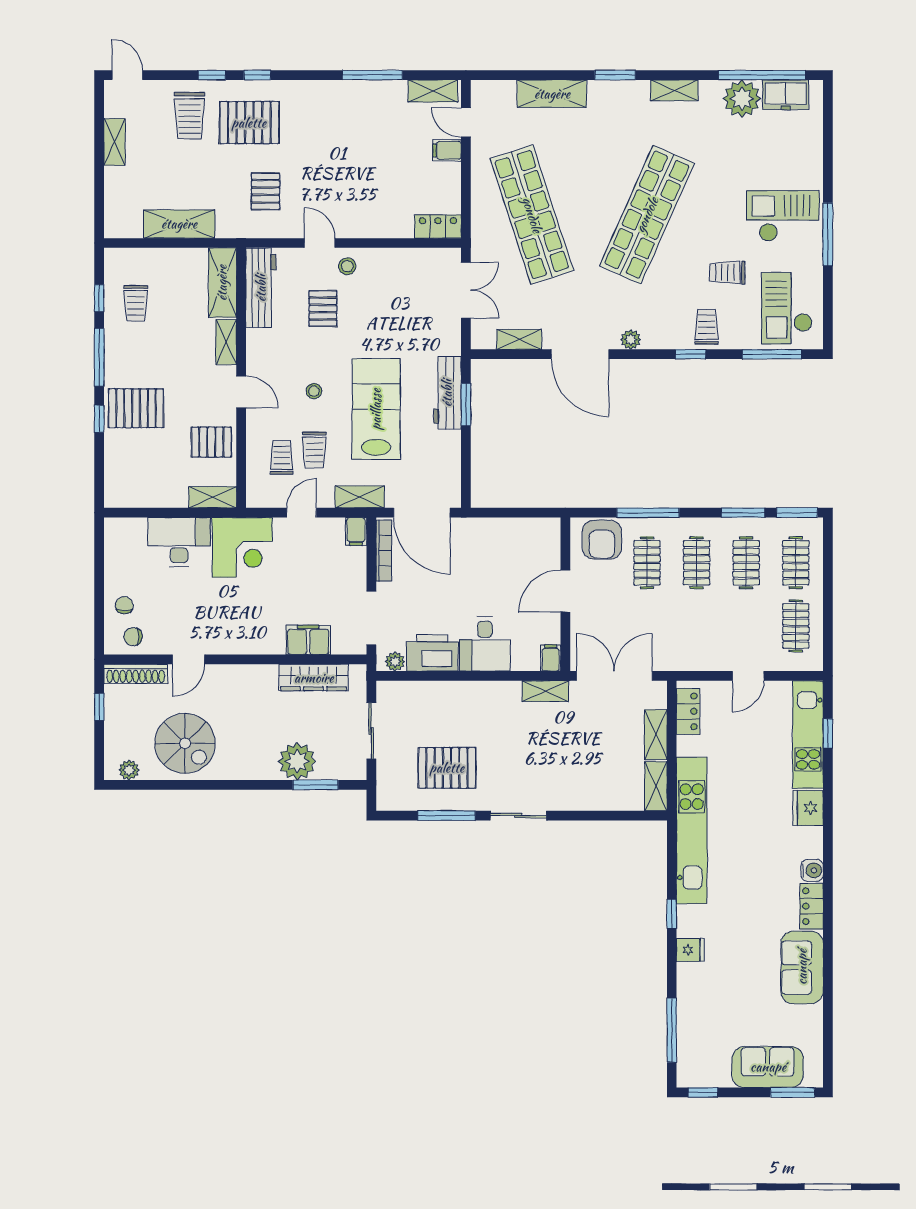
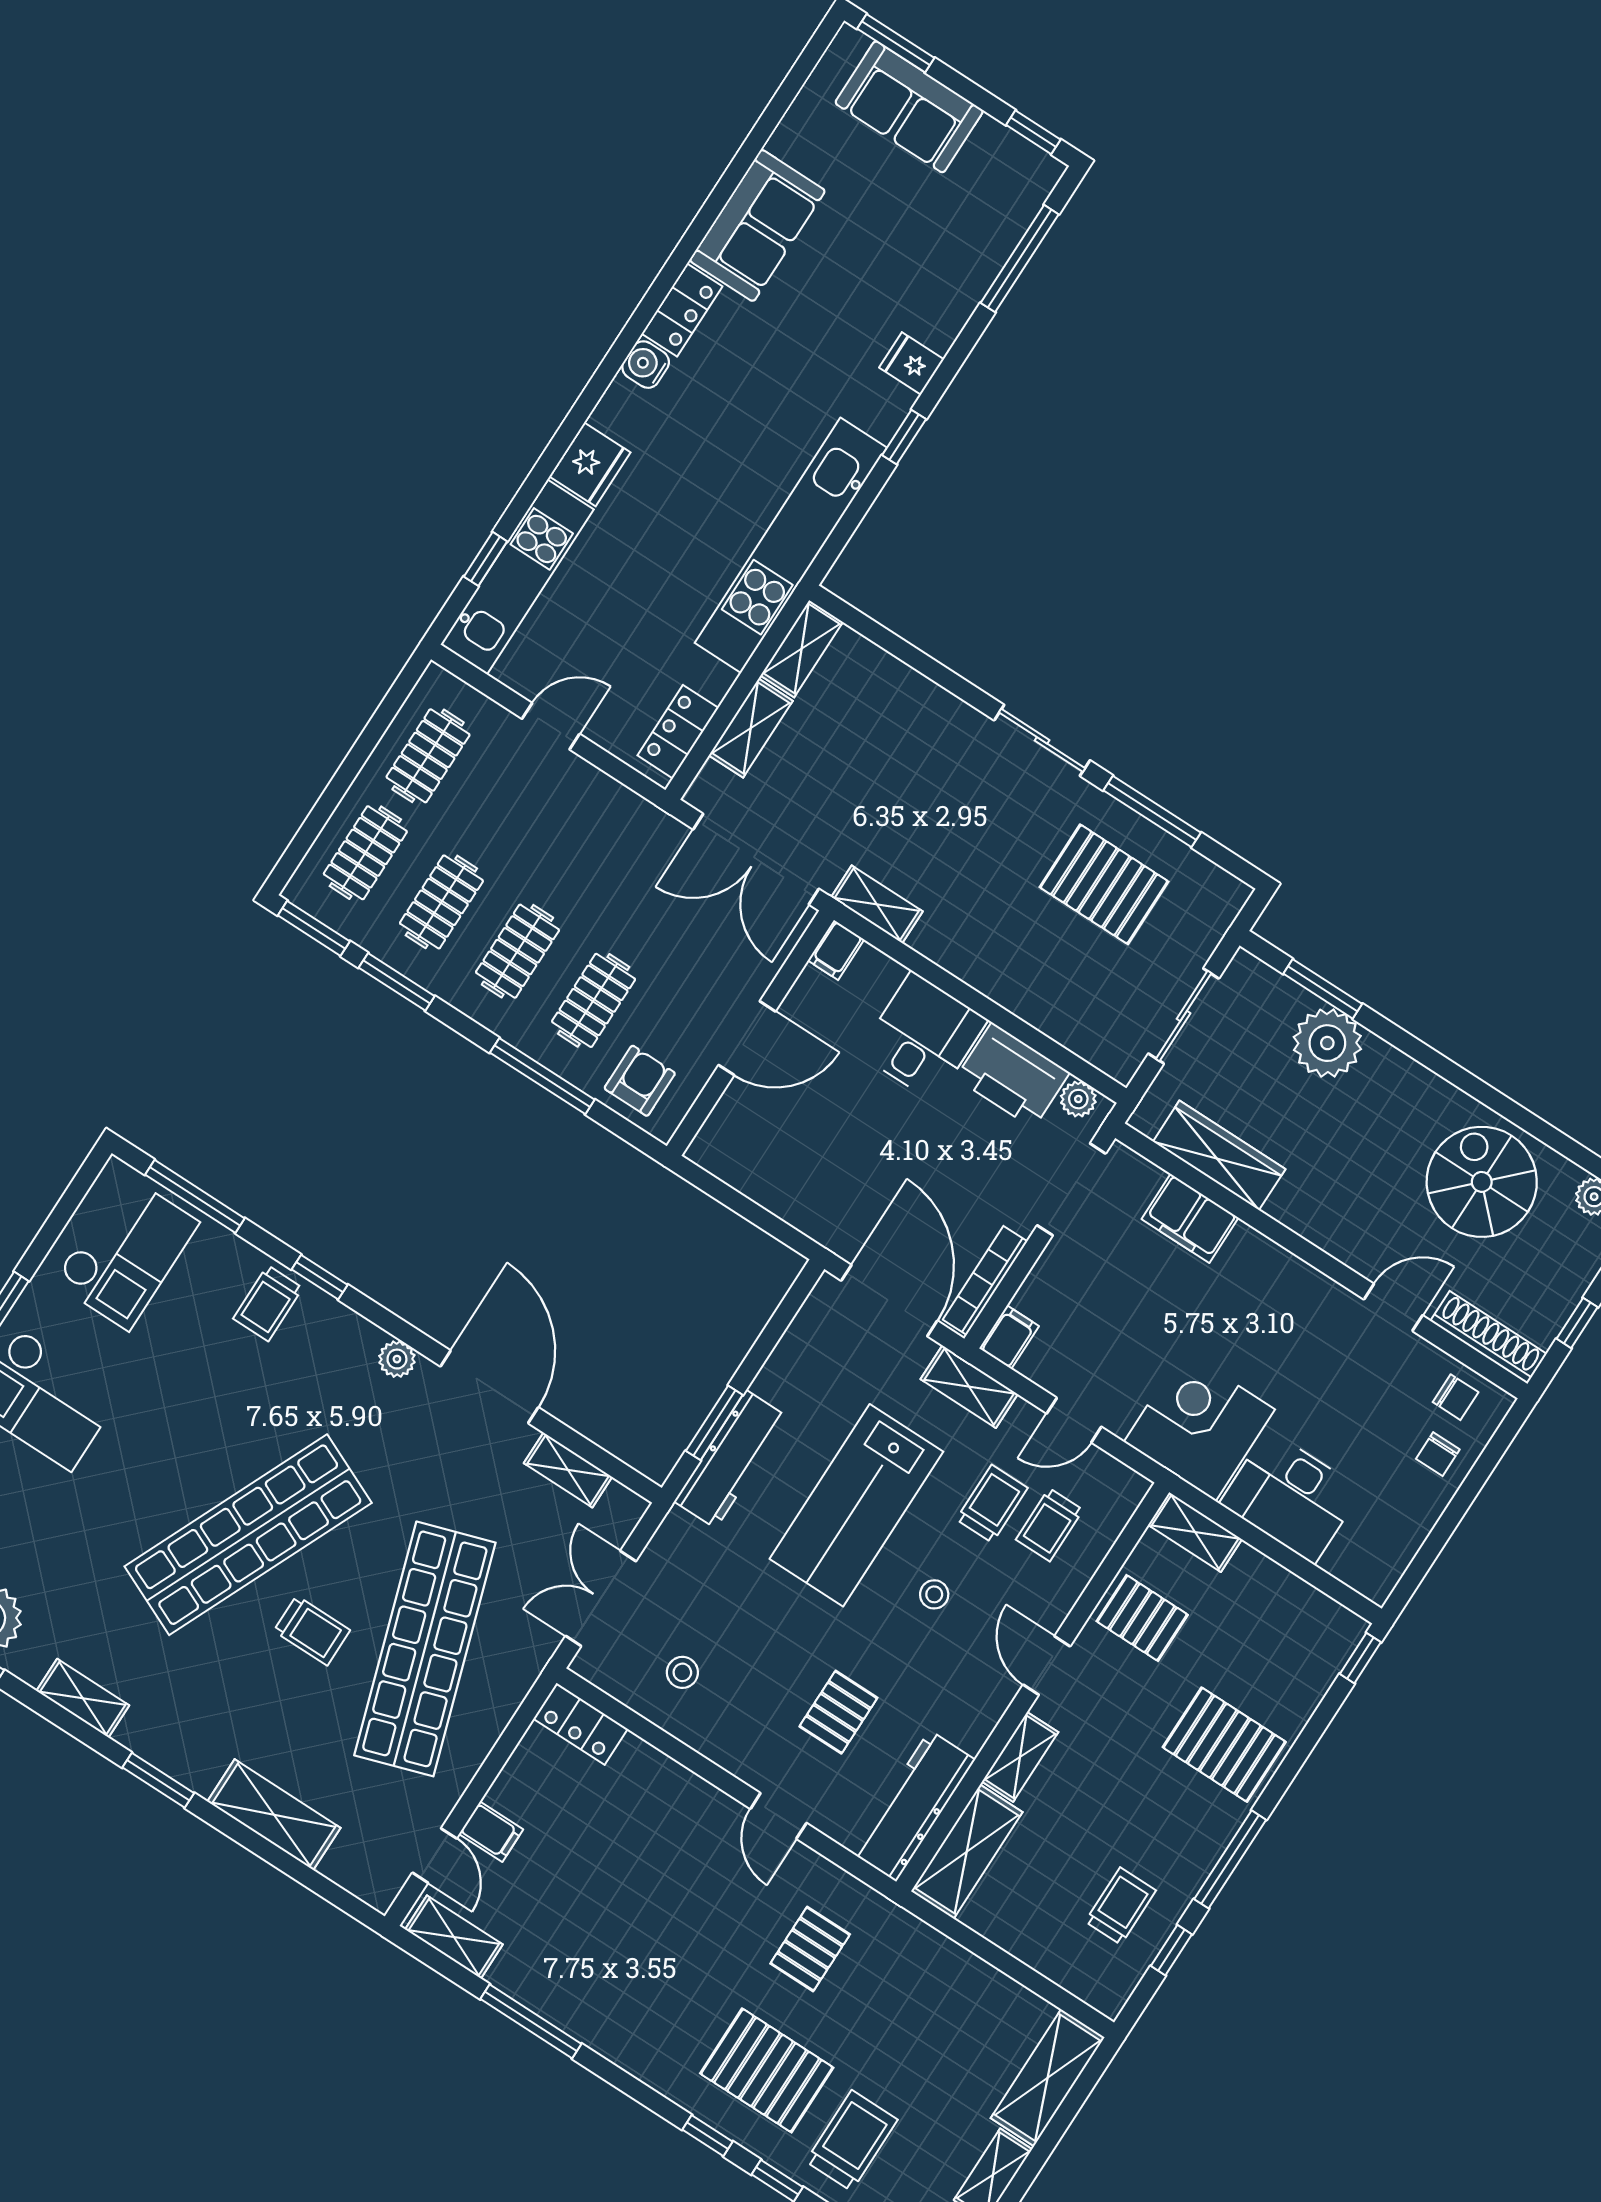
shelving: (179, 224) -> (1048, 2078), moved, turned 90
stool: (347, 266) -> (682, 1672), moved
trolley: (727, 272) -> (312, 1631), moved
window: (99, 419) -> (1360, 1658), moved
armchair: (602, 540) -> (640, 1081), width x0.72, depth x0.72

